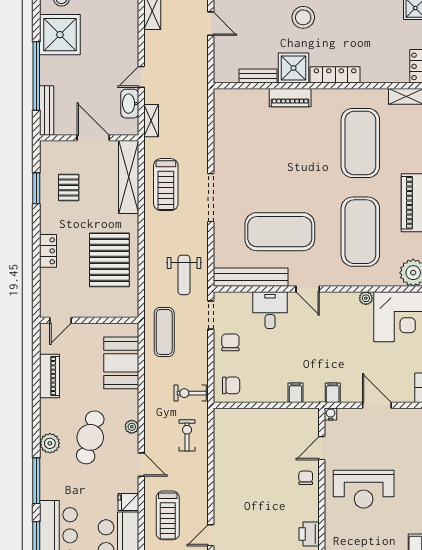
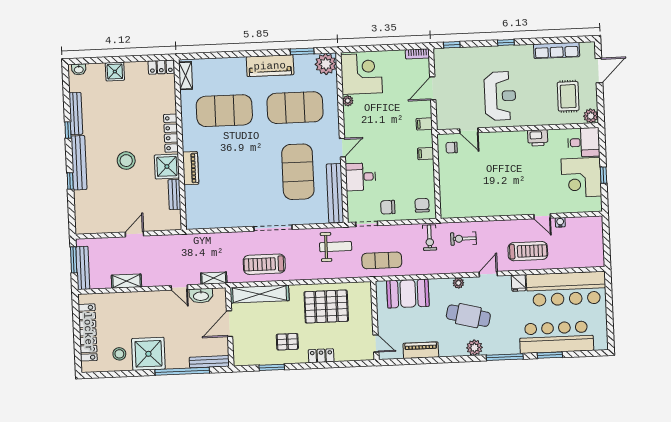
treadmill: (166, 185) -> (264, 264), turned 180
pallet: (69, 188) -> (287, 342), moved
water cooler: (331, 414) -> (441, 125), removed
chair: (306, 478) -> (452, 148), moved

